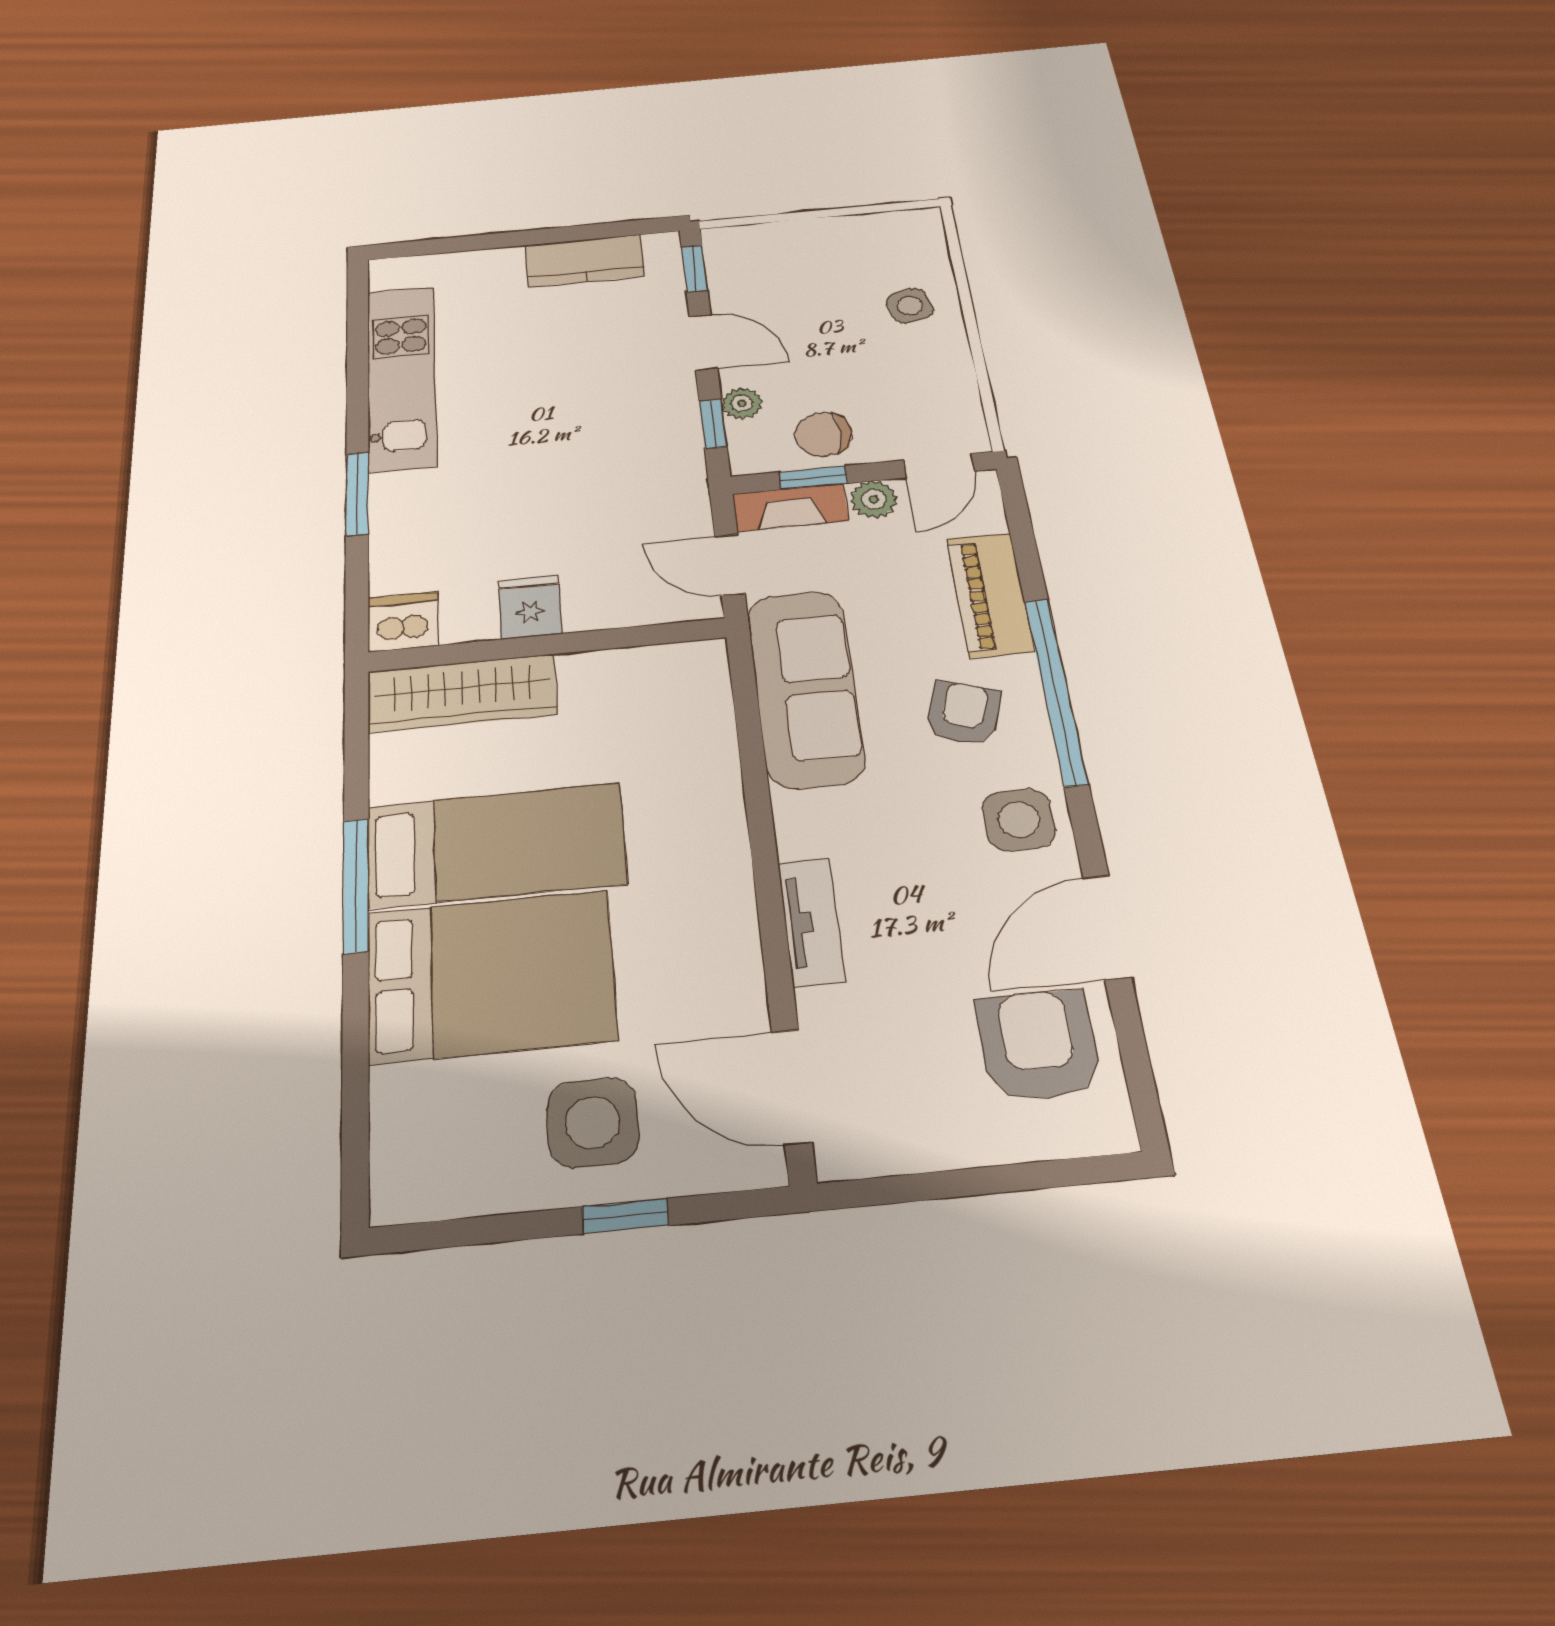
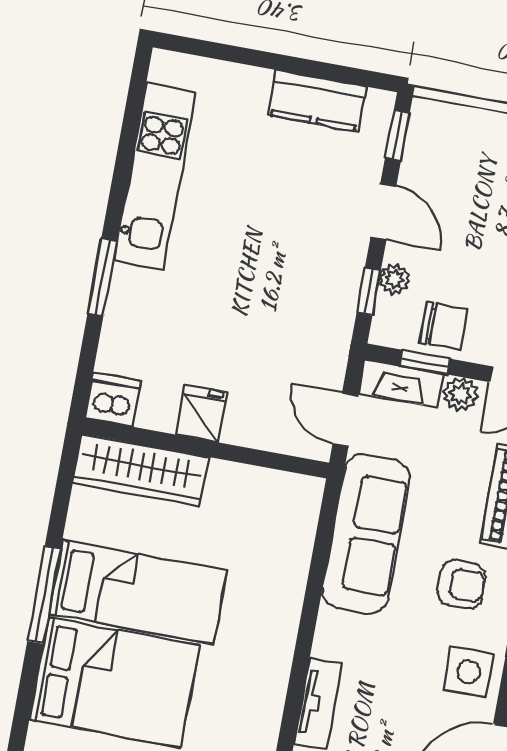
chair: (823, 434) -> (444, 326), turned 180
armchair: (964, 713) -> (462, 584), turned 72

